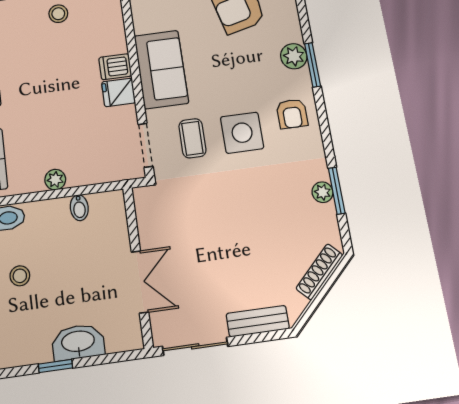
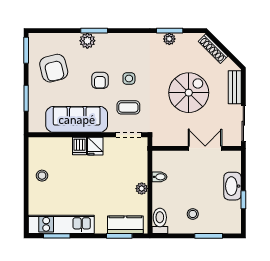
sofa: (161, 69) -> (77, 119), width x1.36
armchair: (292, 114) -> (100, 80), moved, turned 90
side table: (242, 133) -> (129, 79), width x0.54, depth x0.54
spiral stairs: (234, 239) -> (189, 93), added

